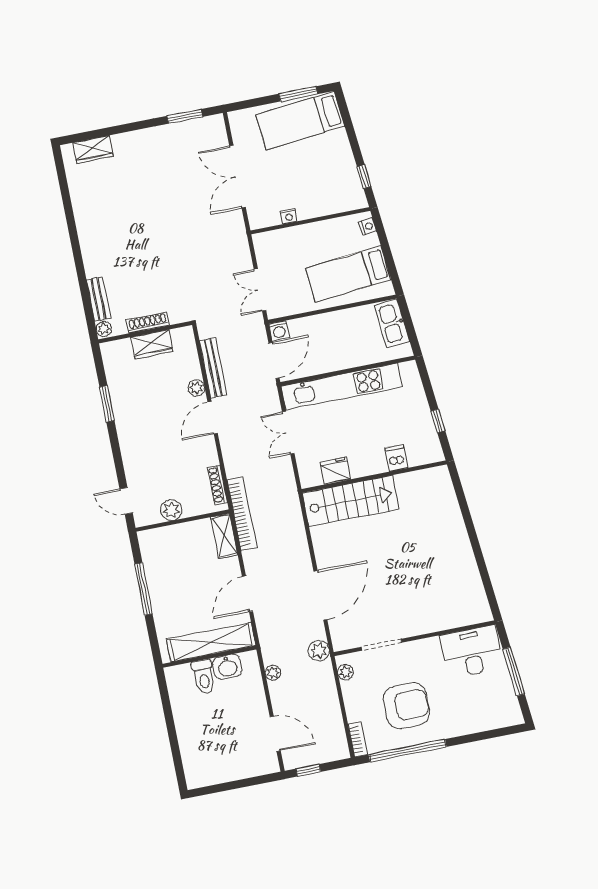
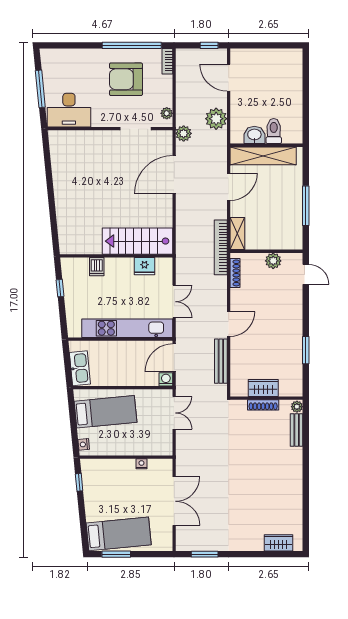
plant: (196, 388) -> (236, 349), removed
plant: (273, 673) -> (216, 119), width x1.88, depth x1.88

